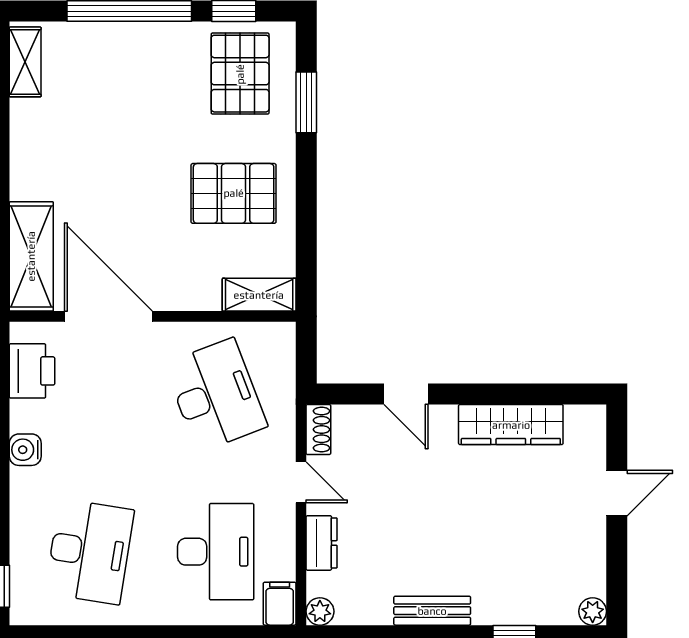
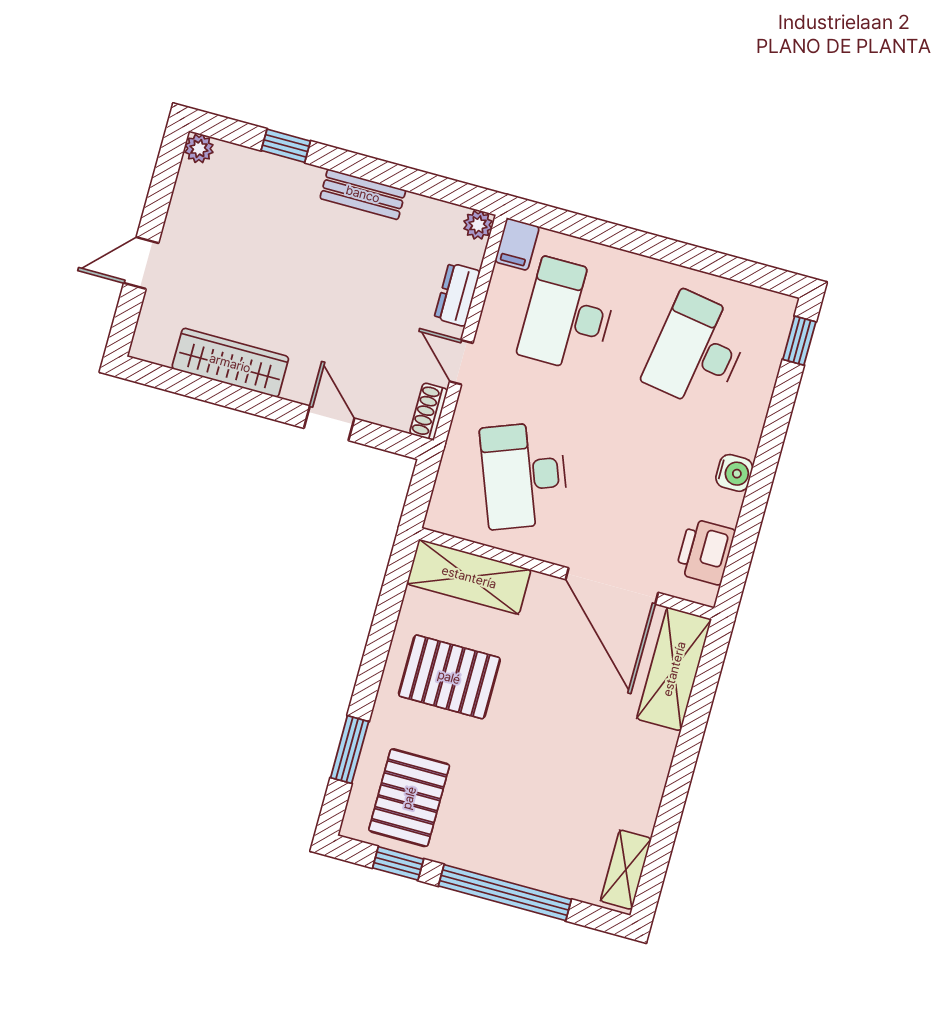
shelving: (259, 295) -> (469, 577), width x1.50, depth x1.33

